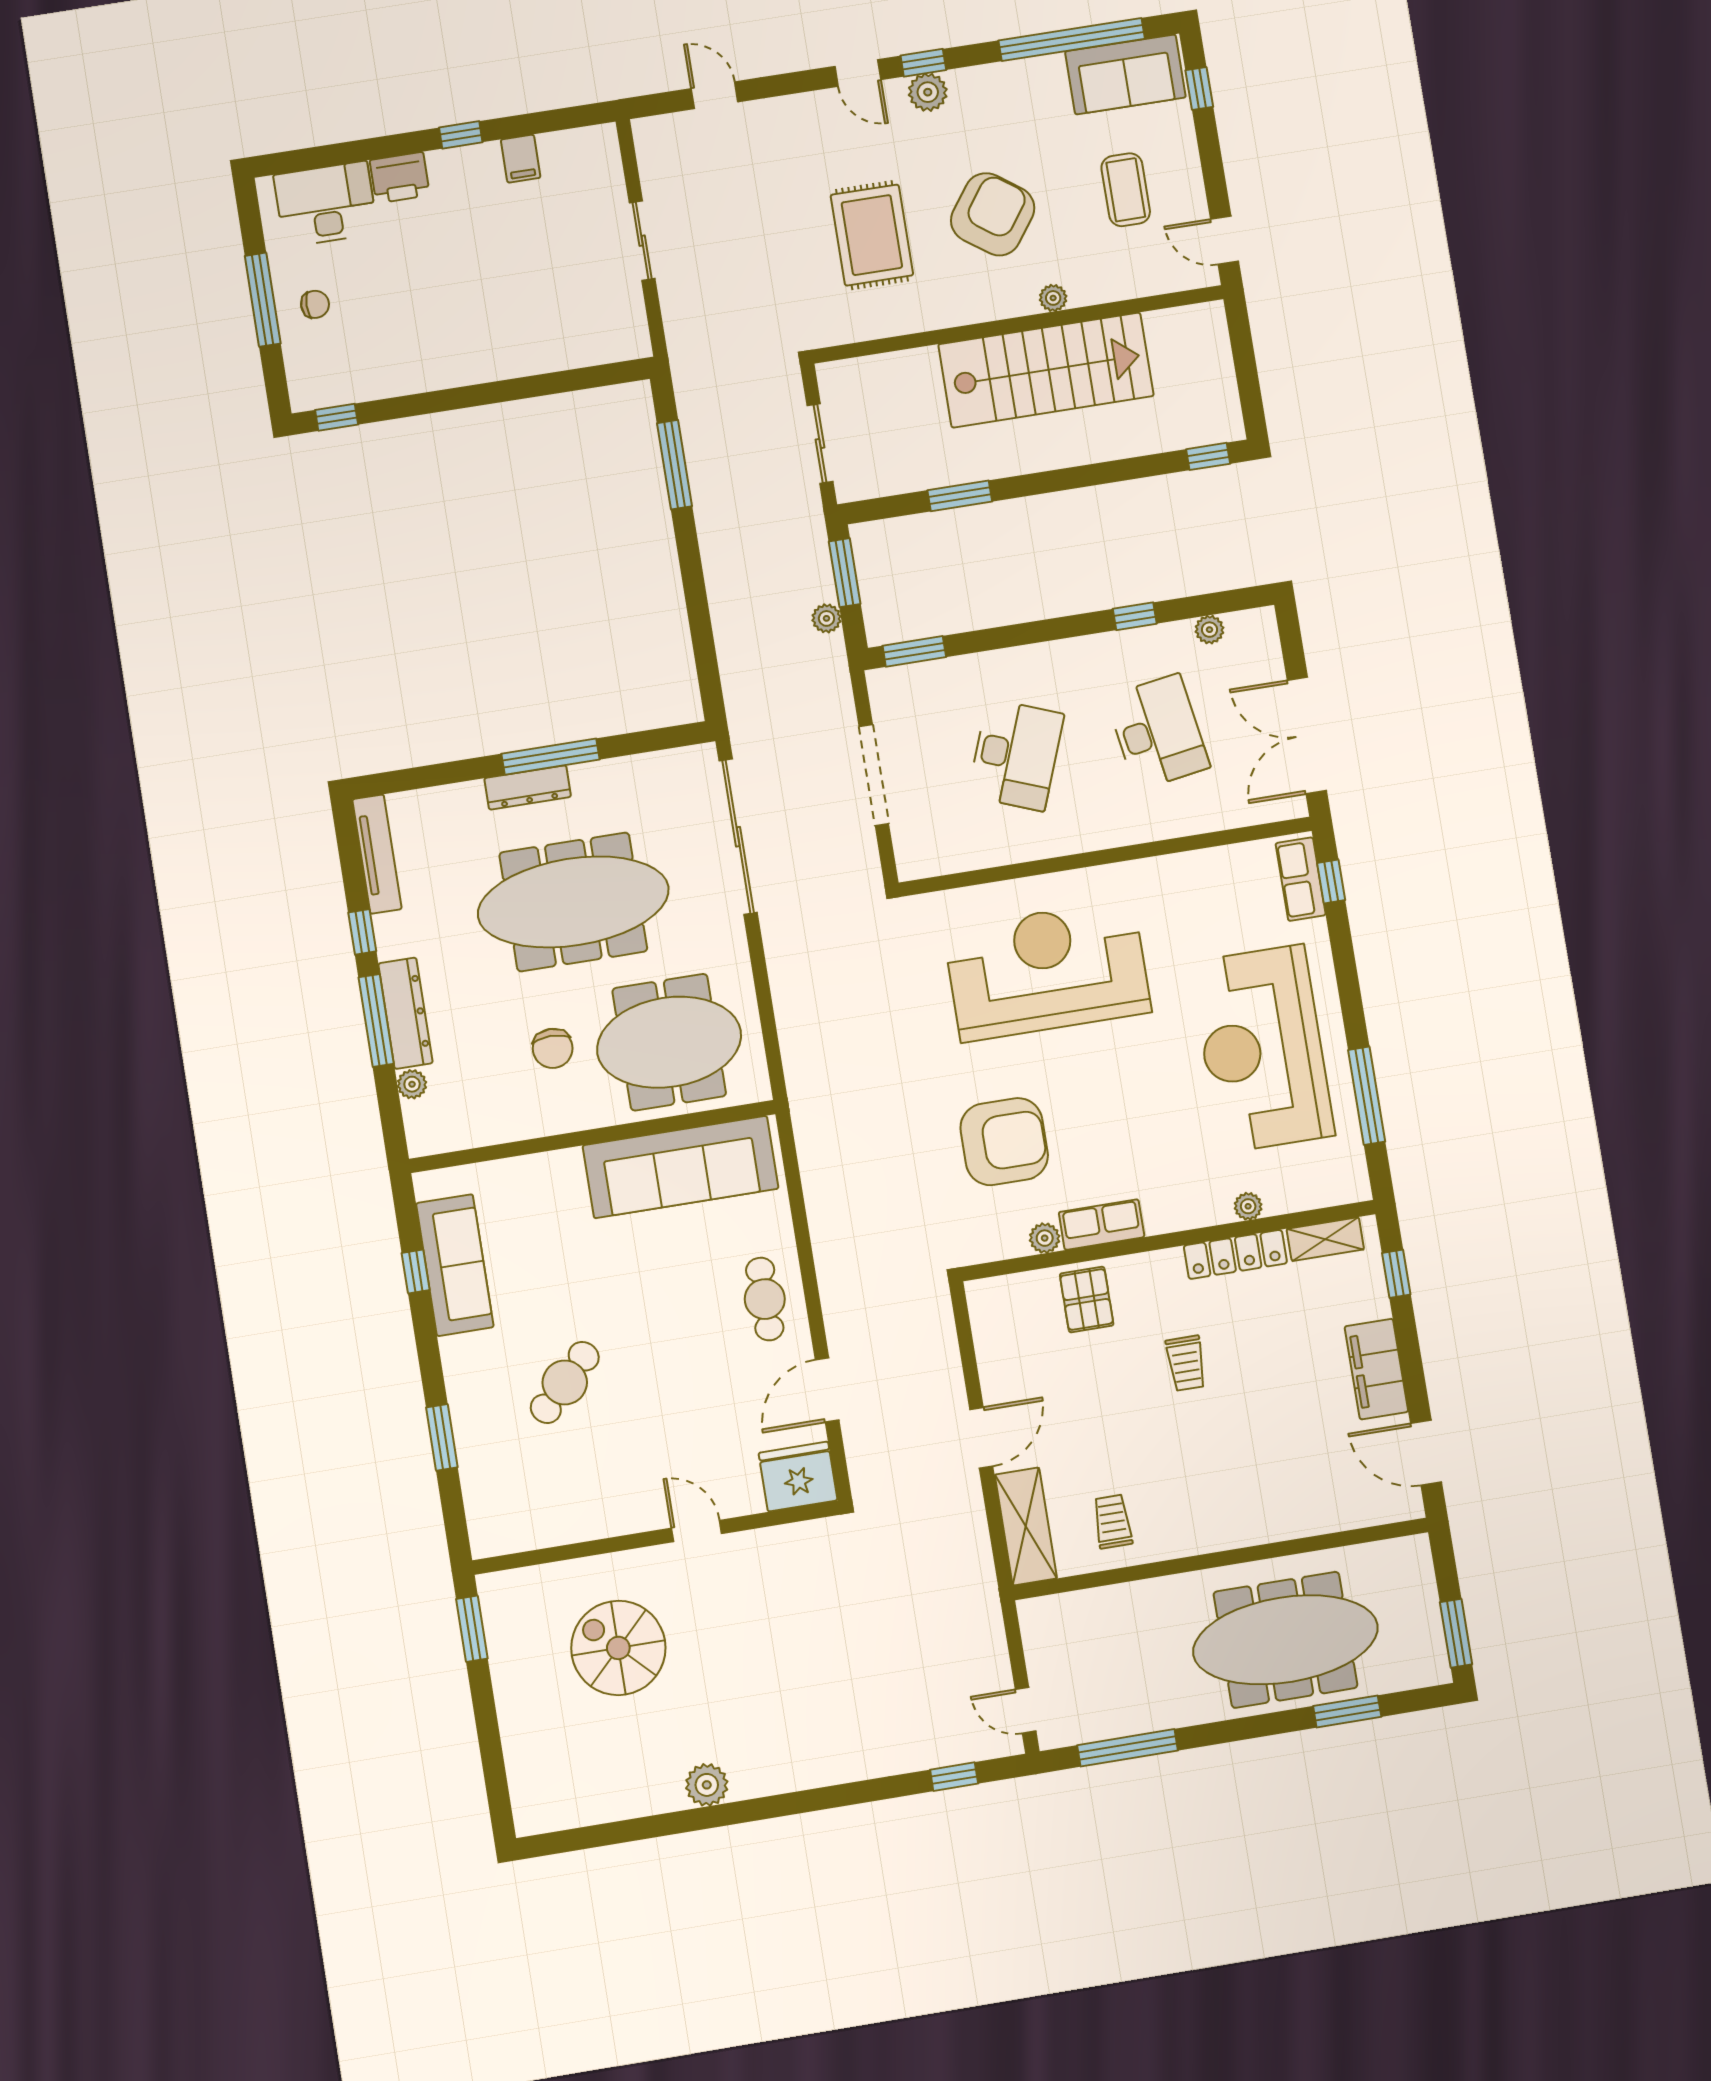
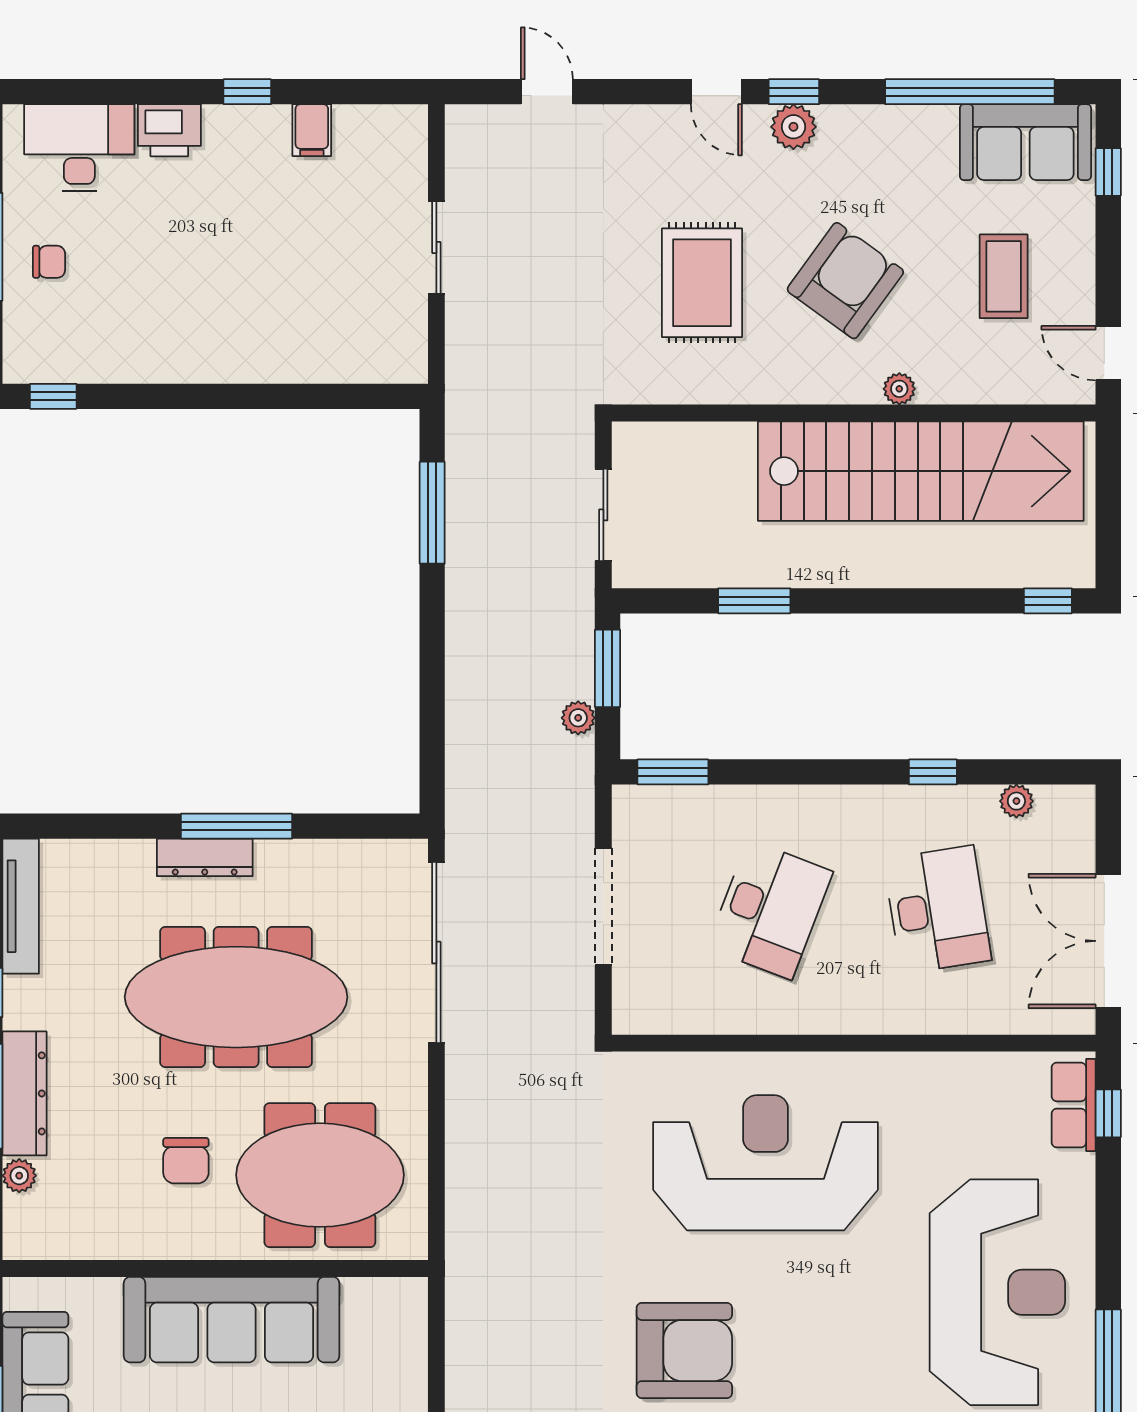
stairs: (1046, 370) -> (921, 471), width x1.36
reception desk: (1262, 1049) -> (997, 1292), turned 180
sofa: (681, 1167) -> (232, 1320), moved

